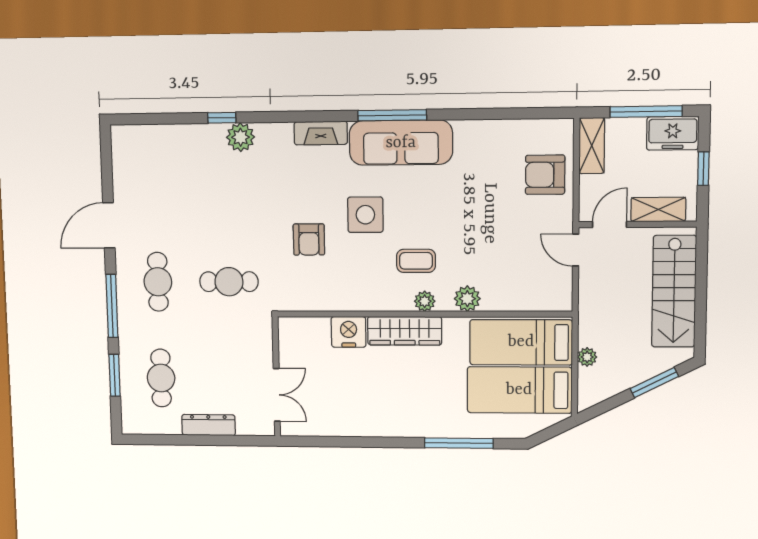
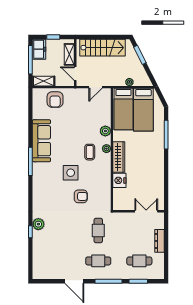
fireplace: (321, 133) -> (37, 191), removed
sofa: (401, 143) -> (41, 141), moved
door: (576, 250) -> (96, 87), moved

